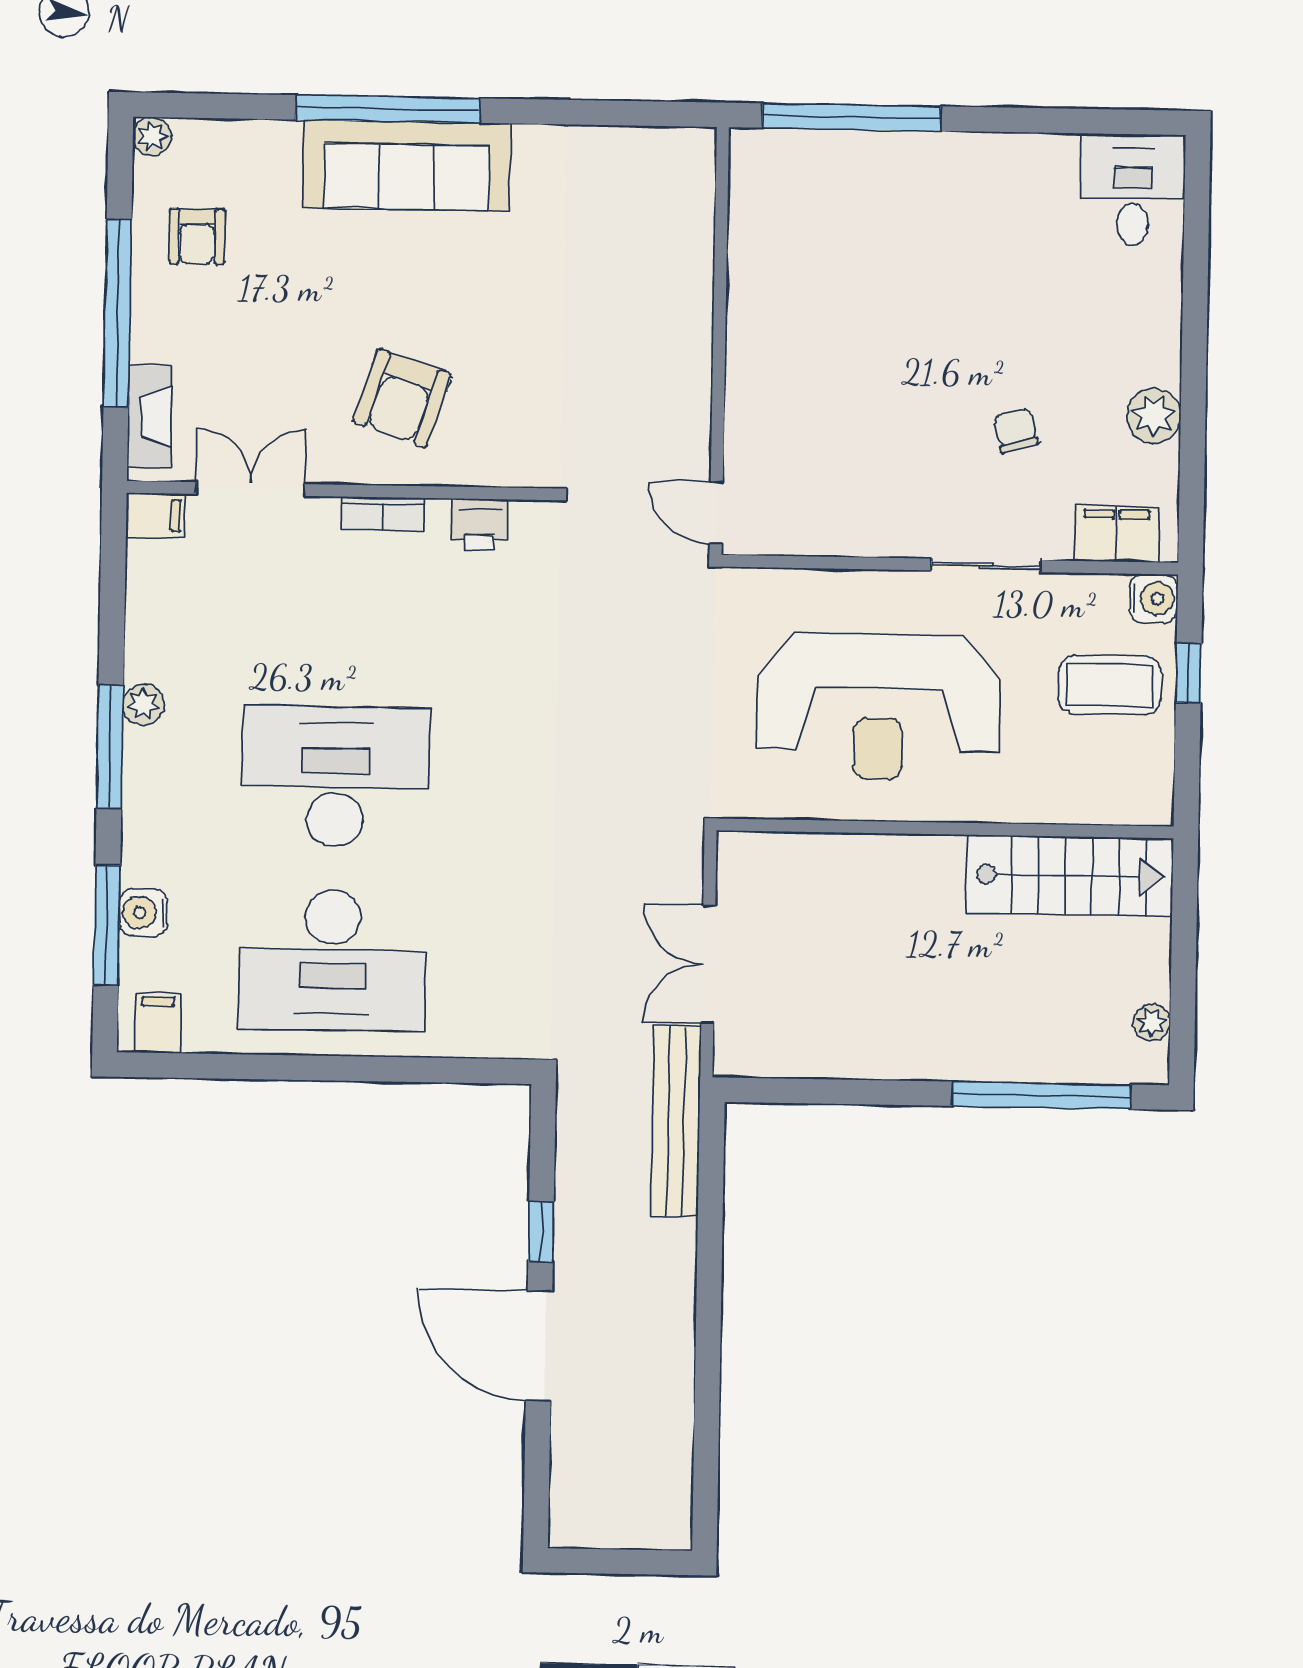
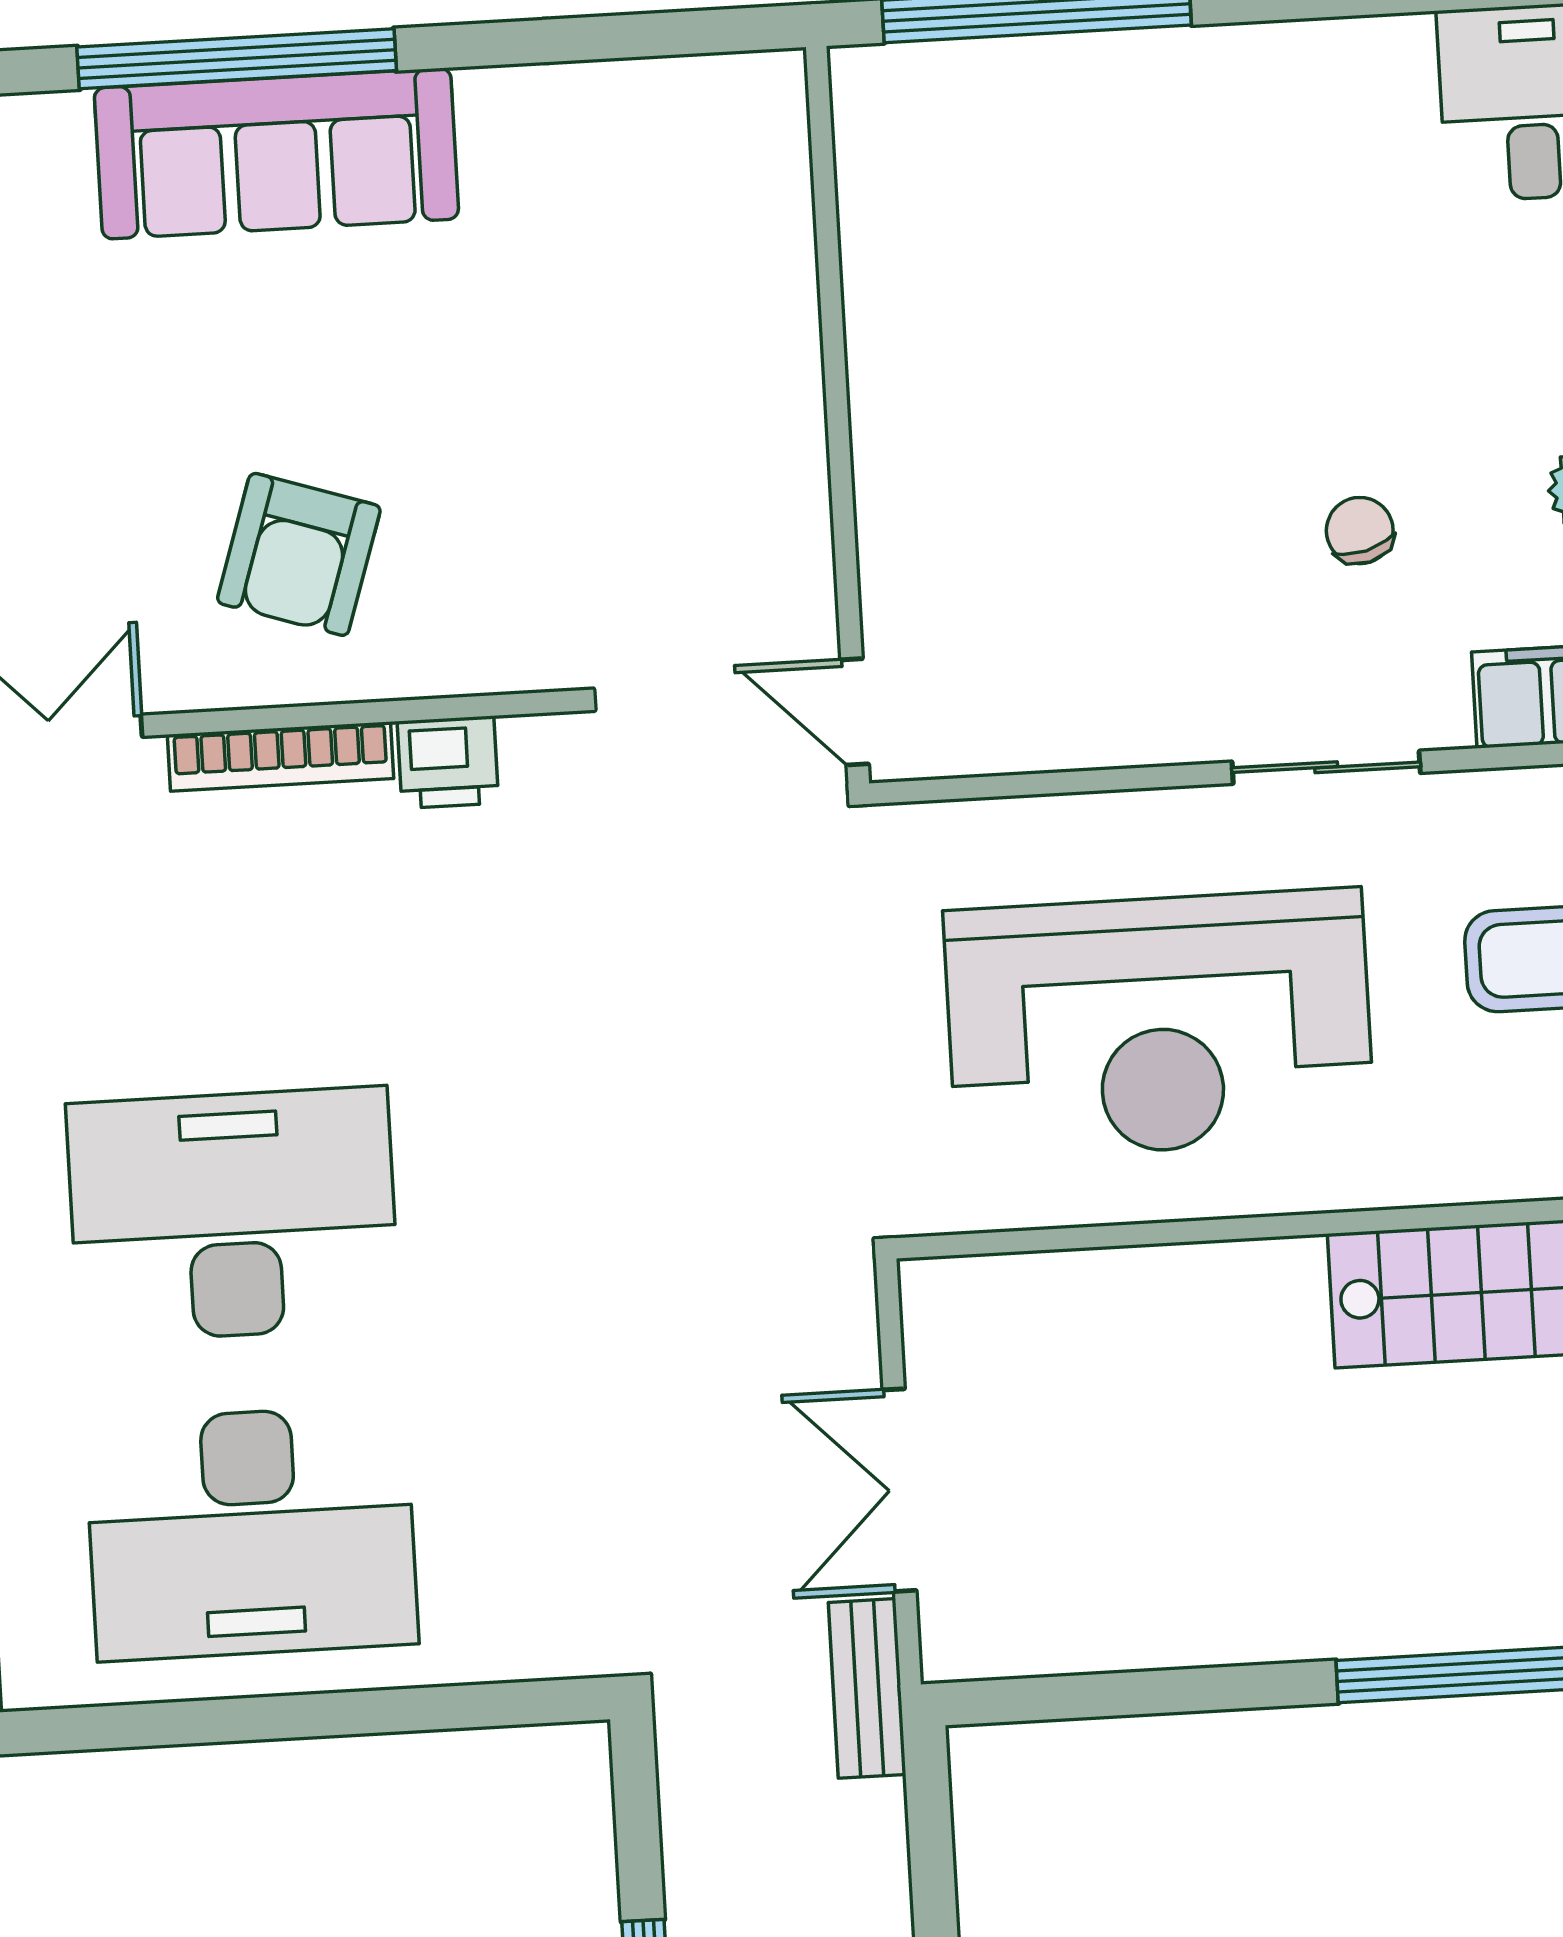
bookcase: (383, 514) -> (281, 757), width x1.56
bench: (676, 1121) -> (867, 1688), width x0.54, depth x0.82

